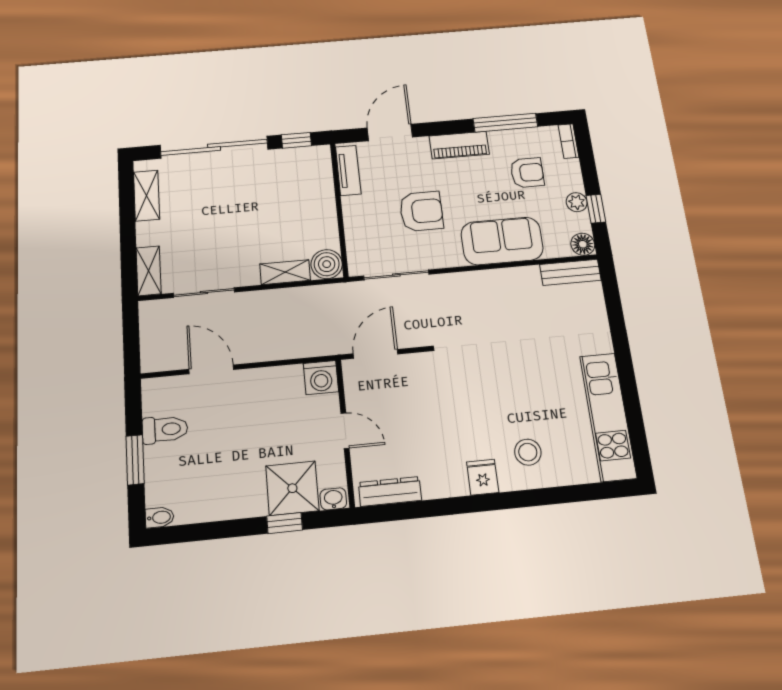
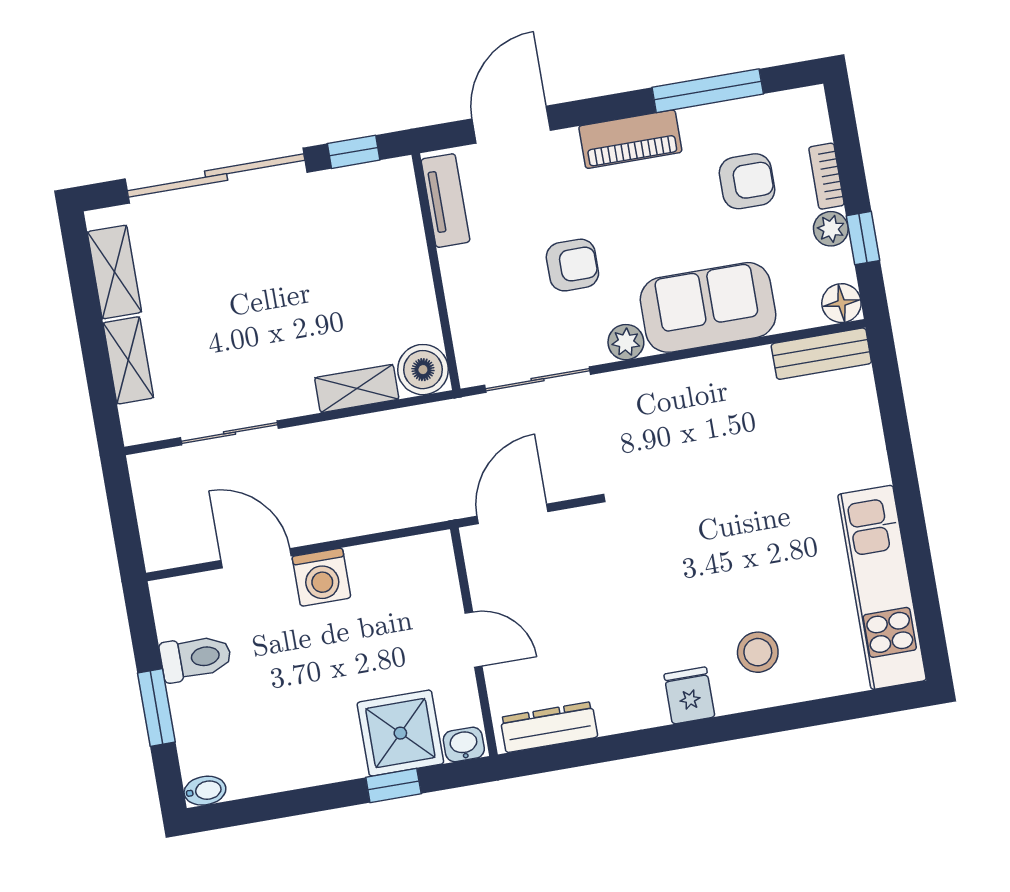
bookcase: (568, 141) -> (826, 176), moved
armchair: (421, 211) -> (572, 265), width x0.72, depth x0.72
plant: (451, 257) -> (626, 342), added
shelving: (149, 271) -> (128, 360), moved
washing machine: (321, 378) -> (321, 577), moved

